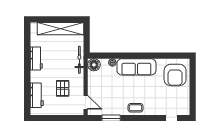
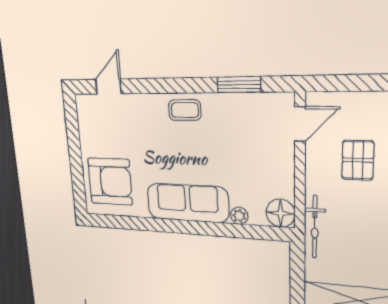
armchair: (175, 75) -> (110, 182), turned 90
door: (86, 102) -> (300, 124), swing flipped

